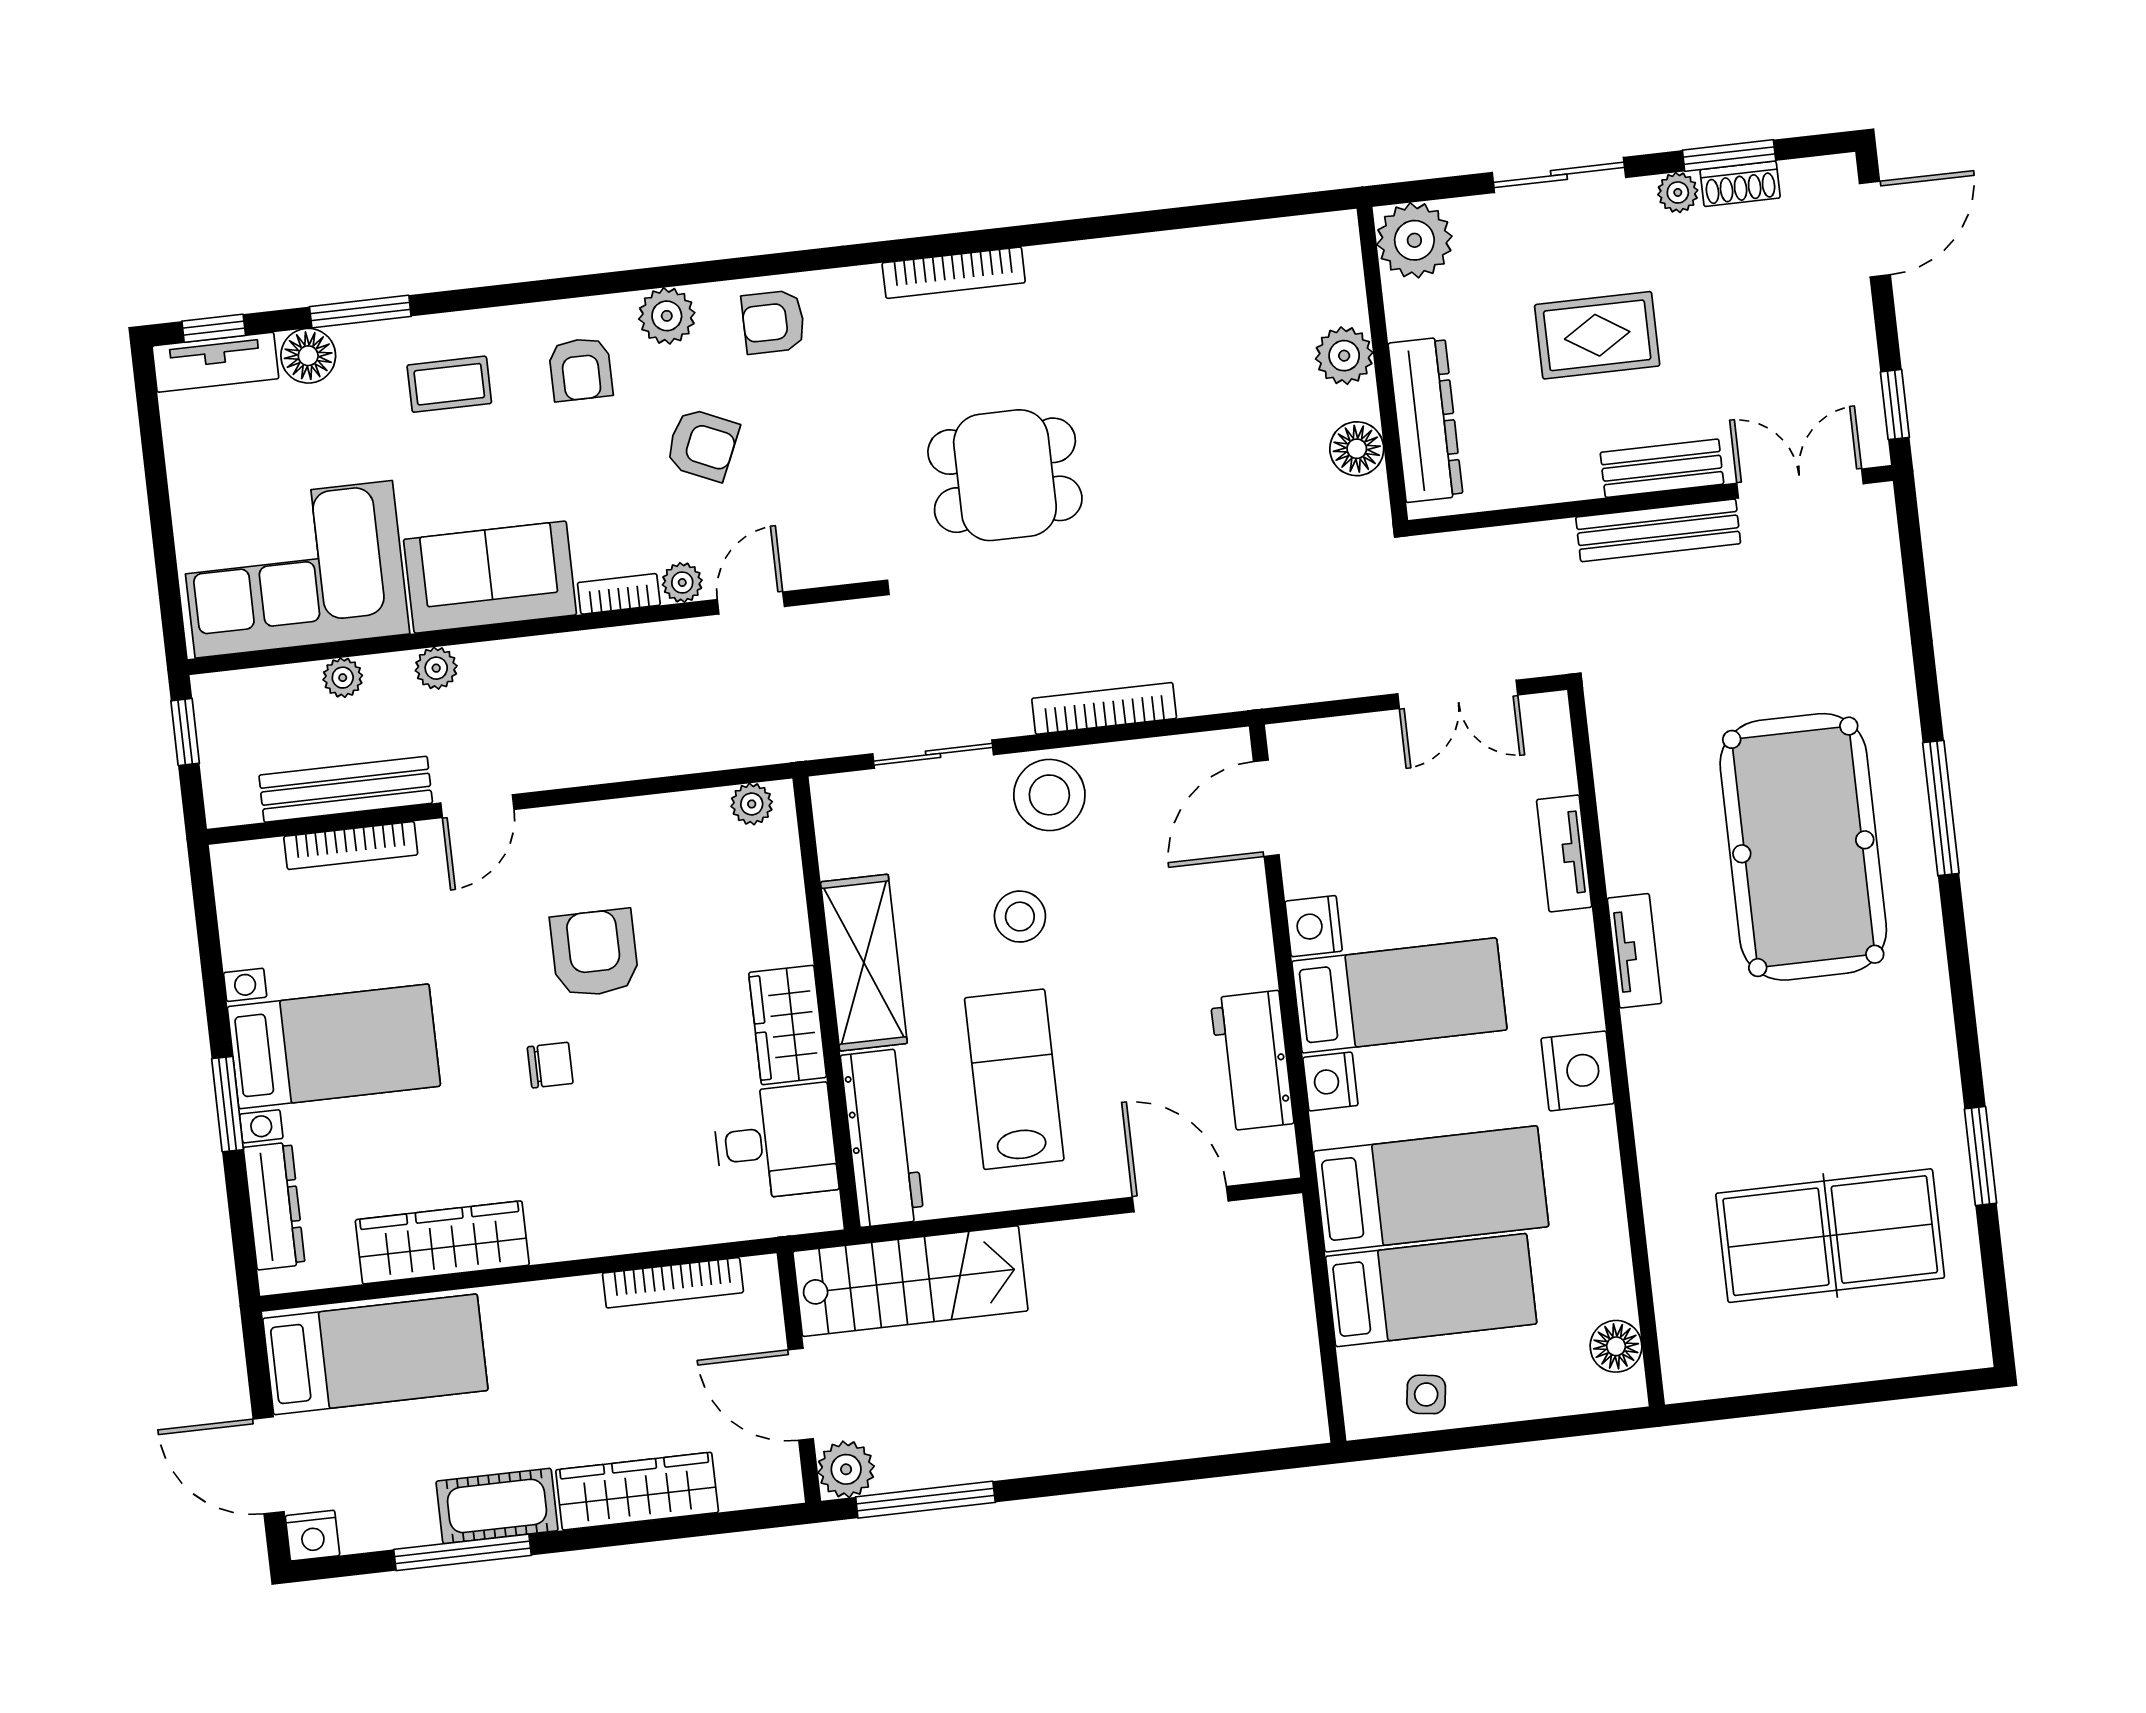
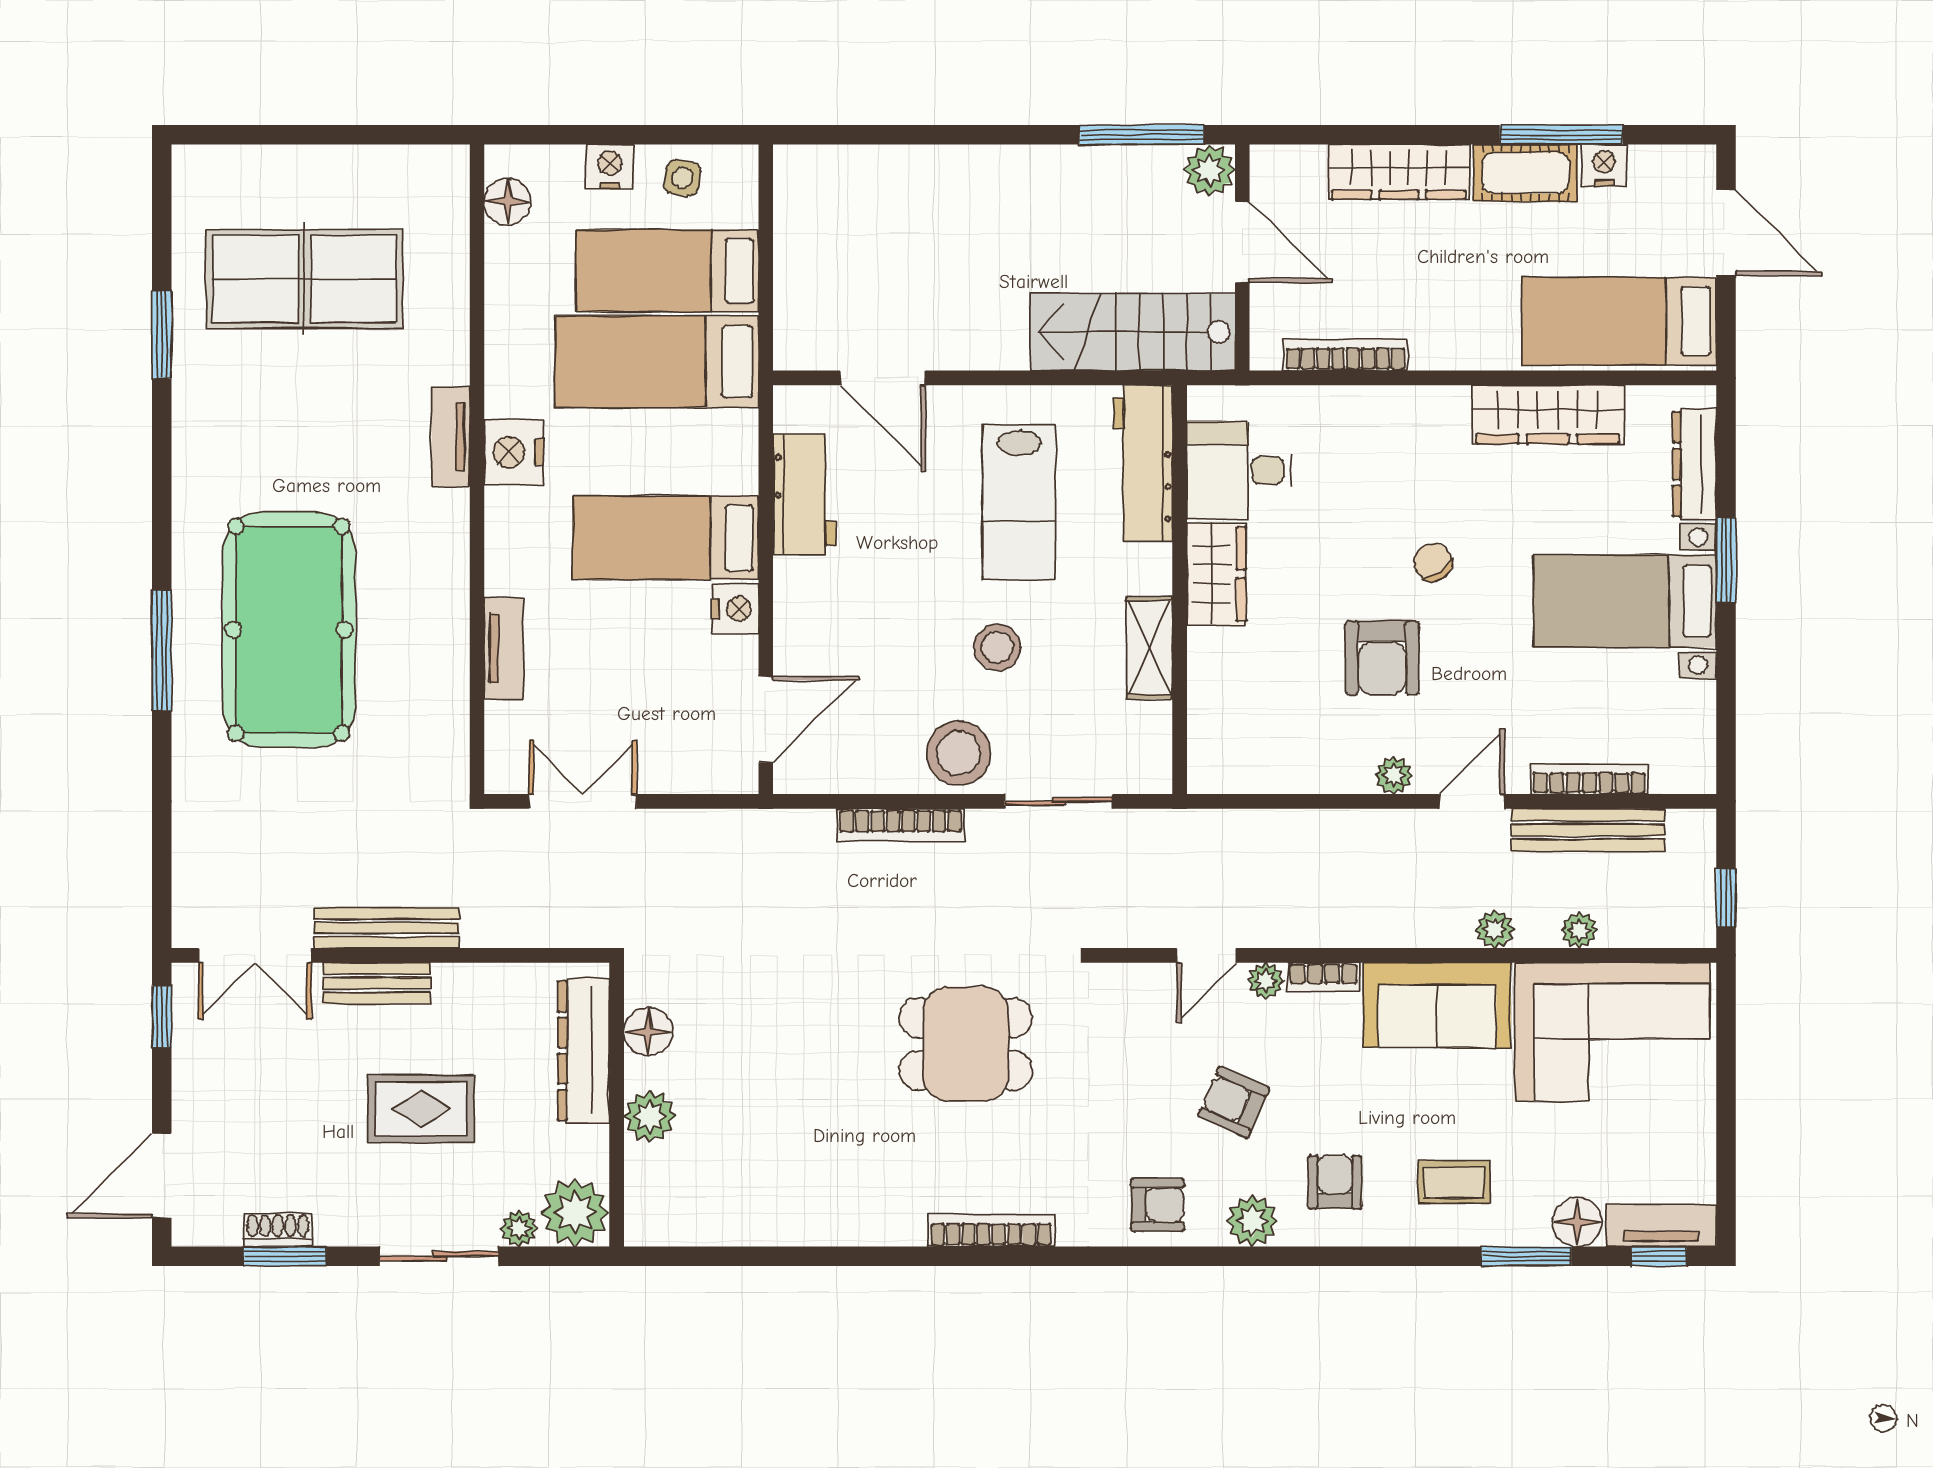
plant: (1678, 192) -> (519, 1228), moved
plant: (752, 804) -> (1394, 775), moved
tv unit: (1634, 951) -> (451, 437), moved
shelving: (864, 963) -> (1149, 648), width x0.67, depth x0.75
chair: (550, 1065) -> (1433, 562), turned 57
nightstand: (1330, 1081) -> (610, 167), moved, turned -90
nightstand: (313, 1536) -> (1604, 165), moved

